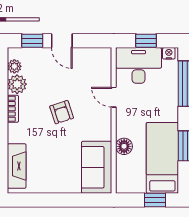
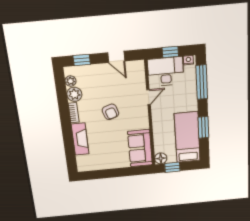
door: (62, 41) -> (116, 57), moved
door: (114, 97) -> (149, 97), swing flipped
floor lamp: (124, 146) -> (161, 158), moved
fireplace: (17, 166) -> (80, 139), moved
window: (155, 200) -> (172, 167), moved

